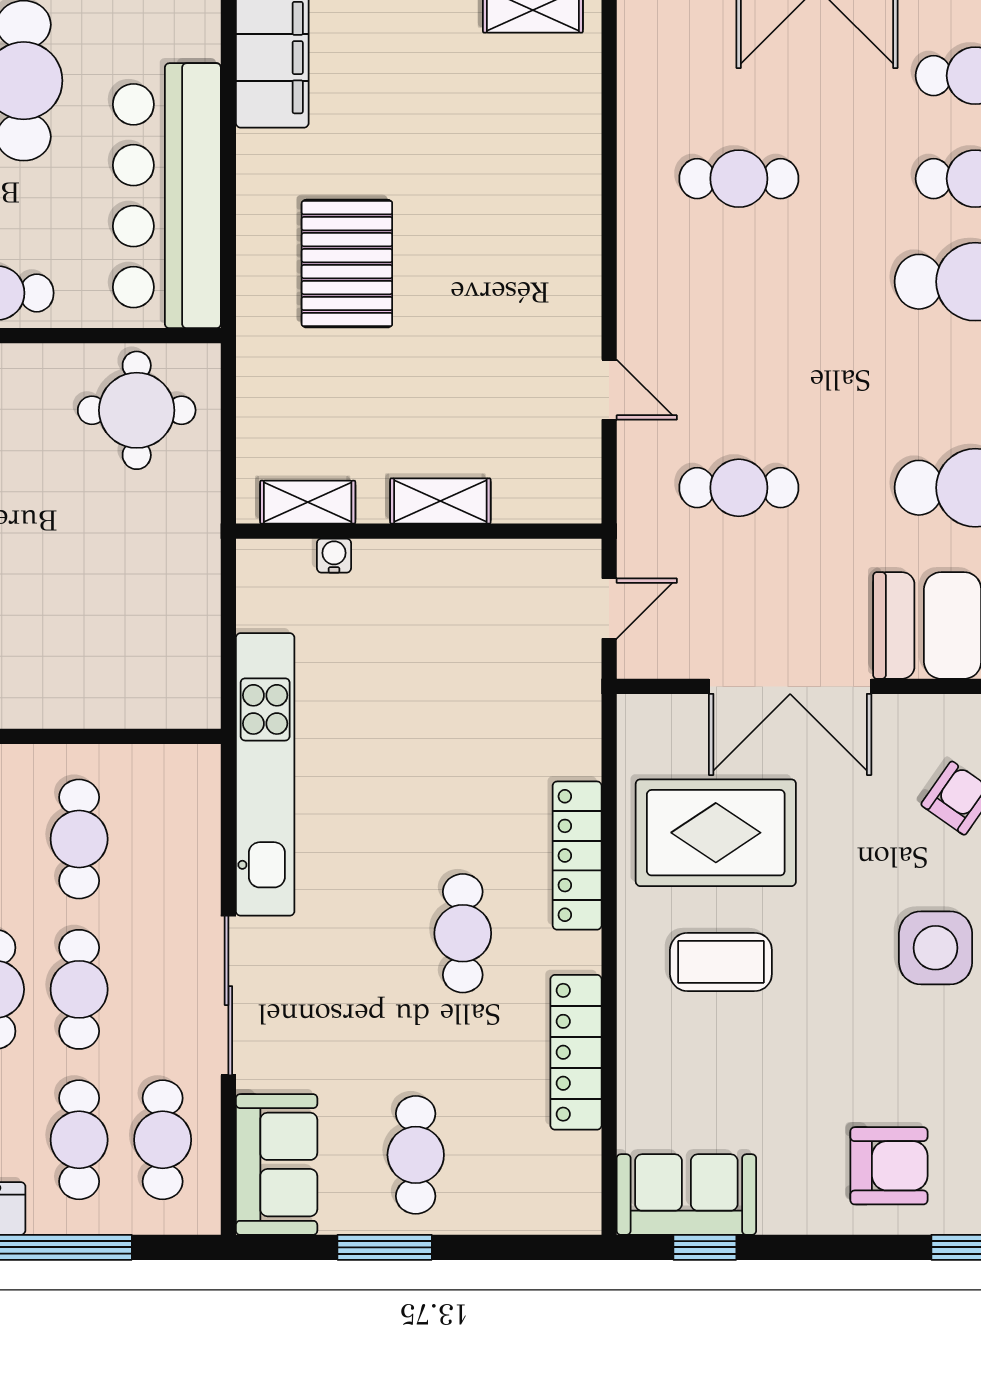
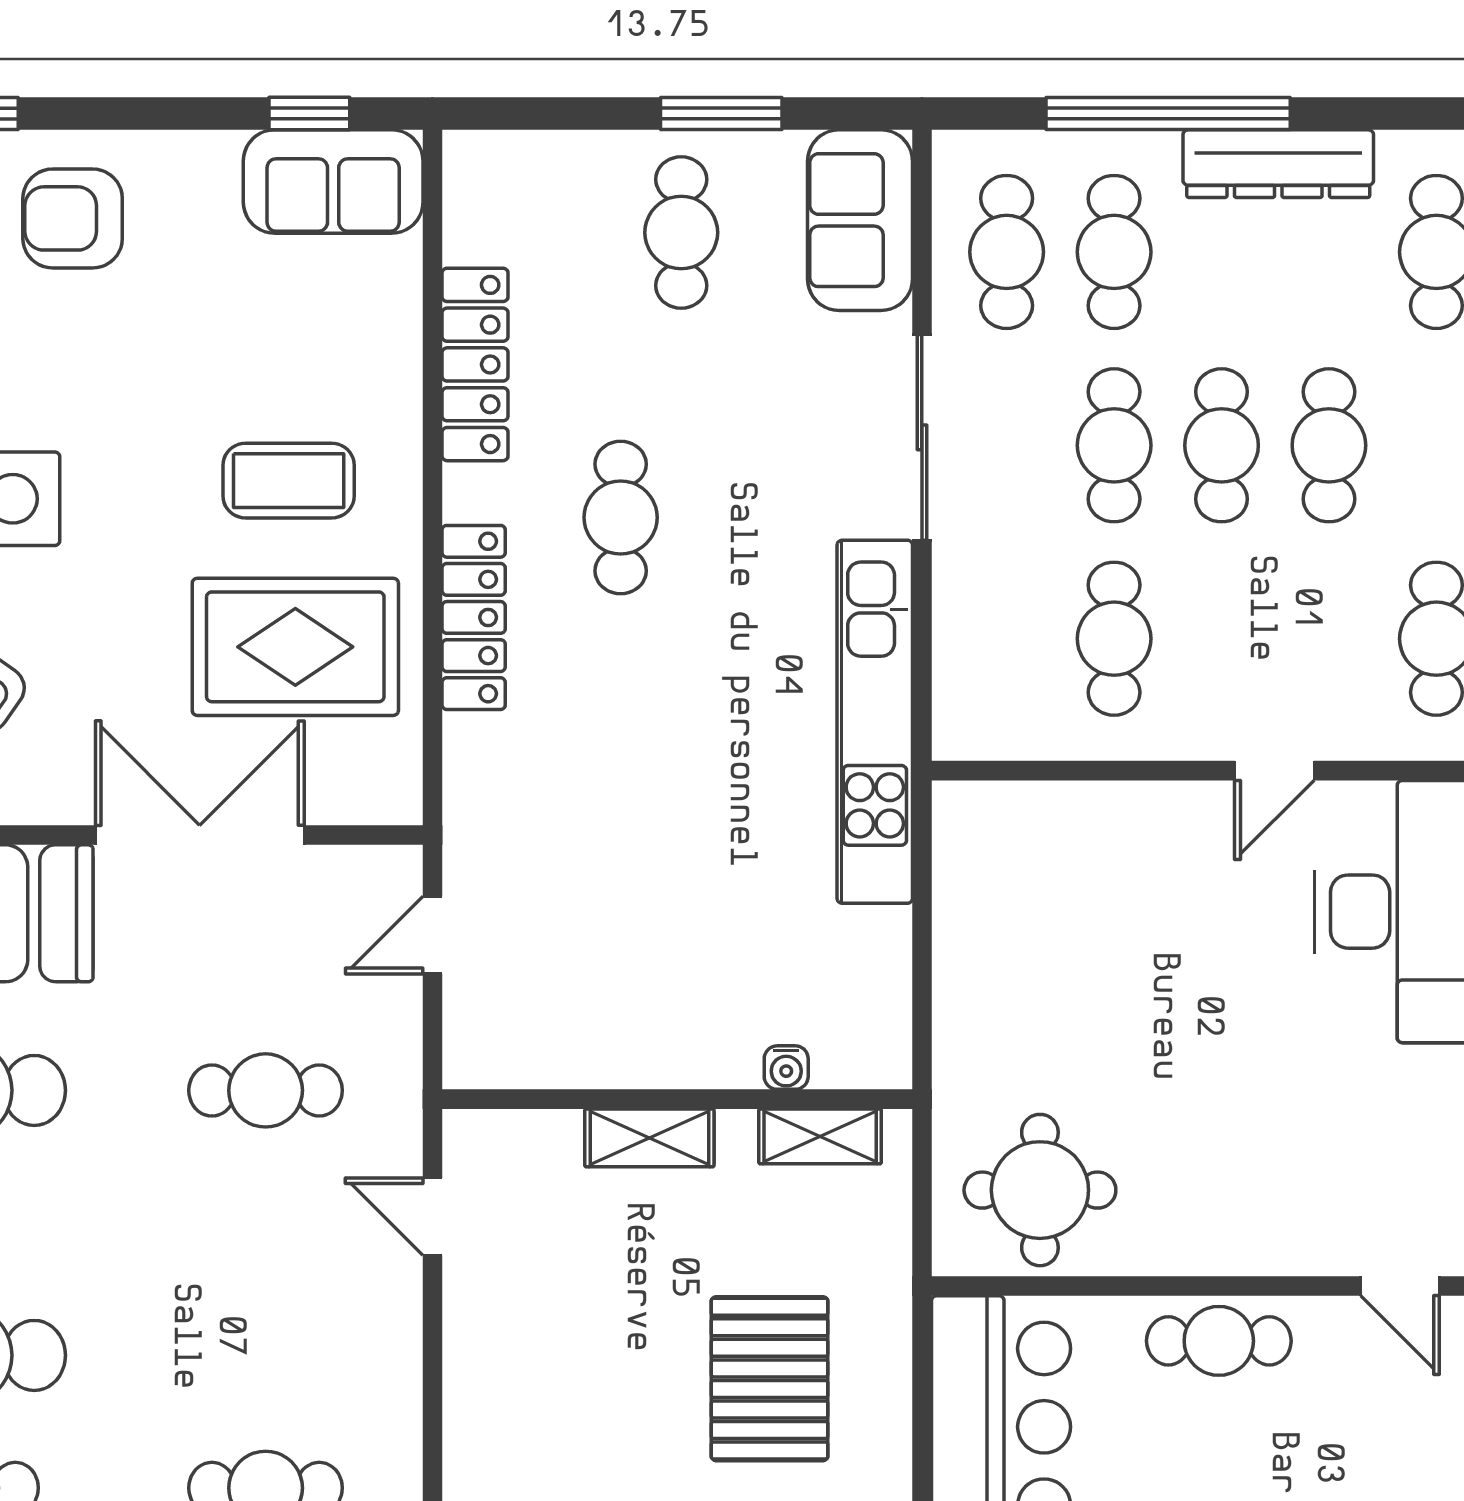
shelving: (440, 501) -> (649, 1138), moved
shelving: (308, 502) -> (820, 1136), moved
wall: (419, 531) -> (677, 1099), moved
water cooler: (334, 556) -> (786, 1068), moved

